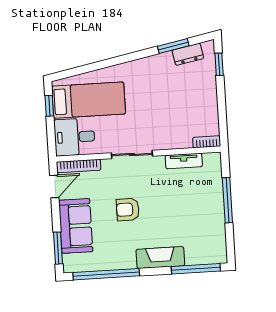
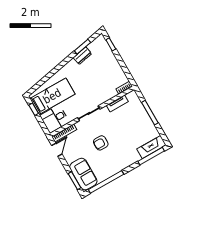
dresser: (188, 54) -> (82, 56), moved
sofa: (76, 226) -> (83, 174), moved
fireplace: (160, 258) -> (151, 147), moved

